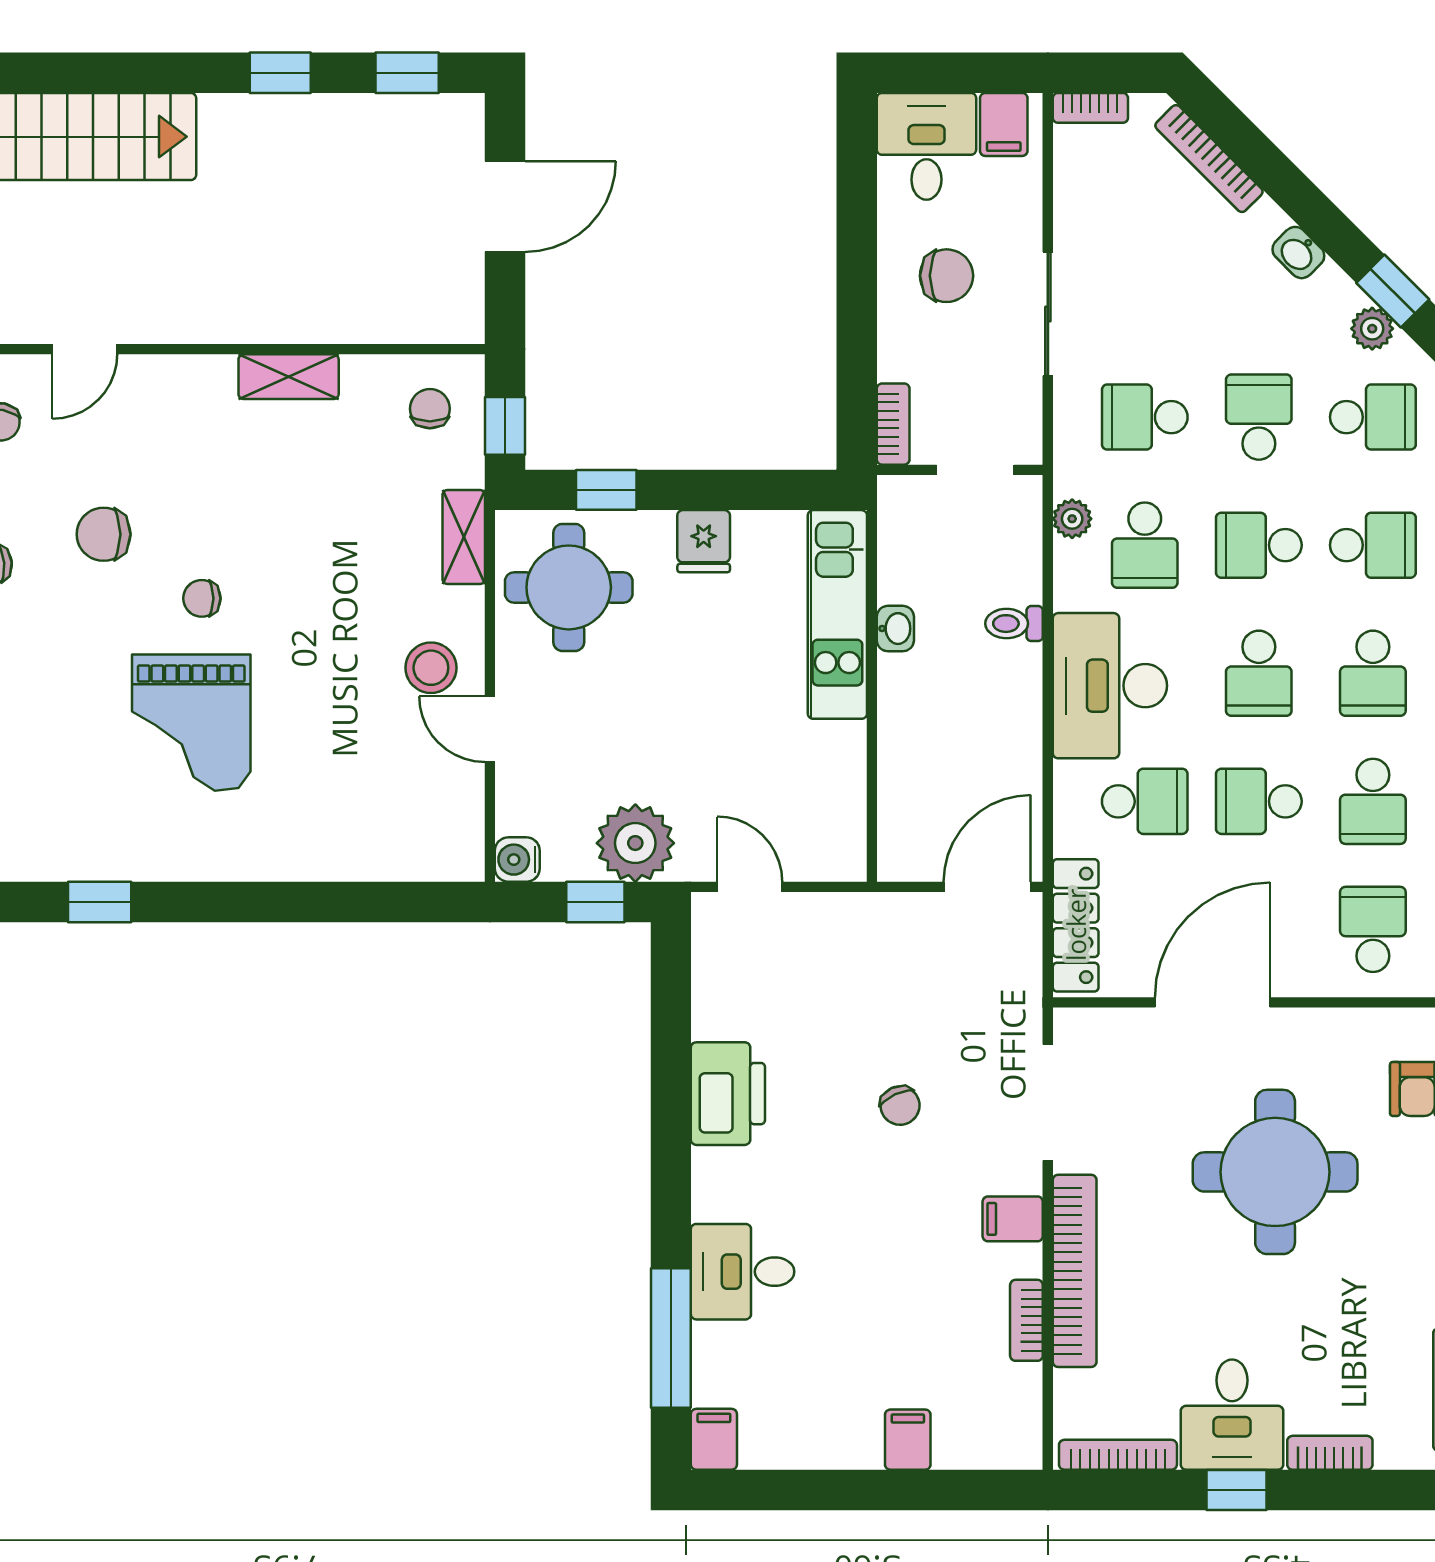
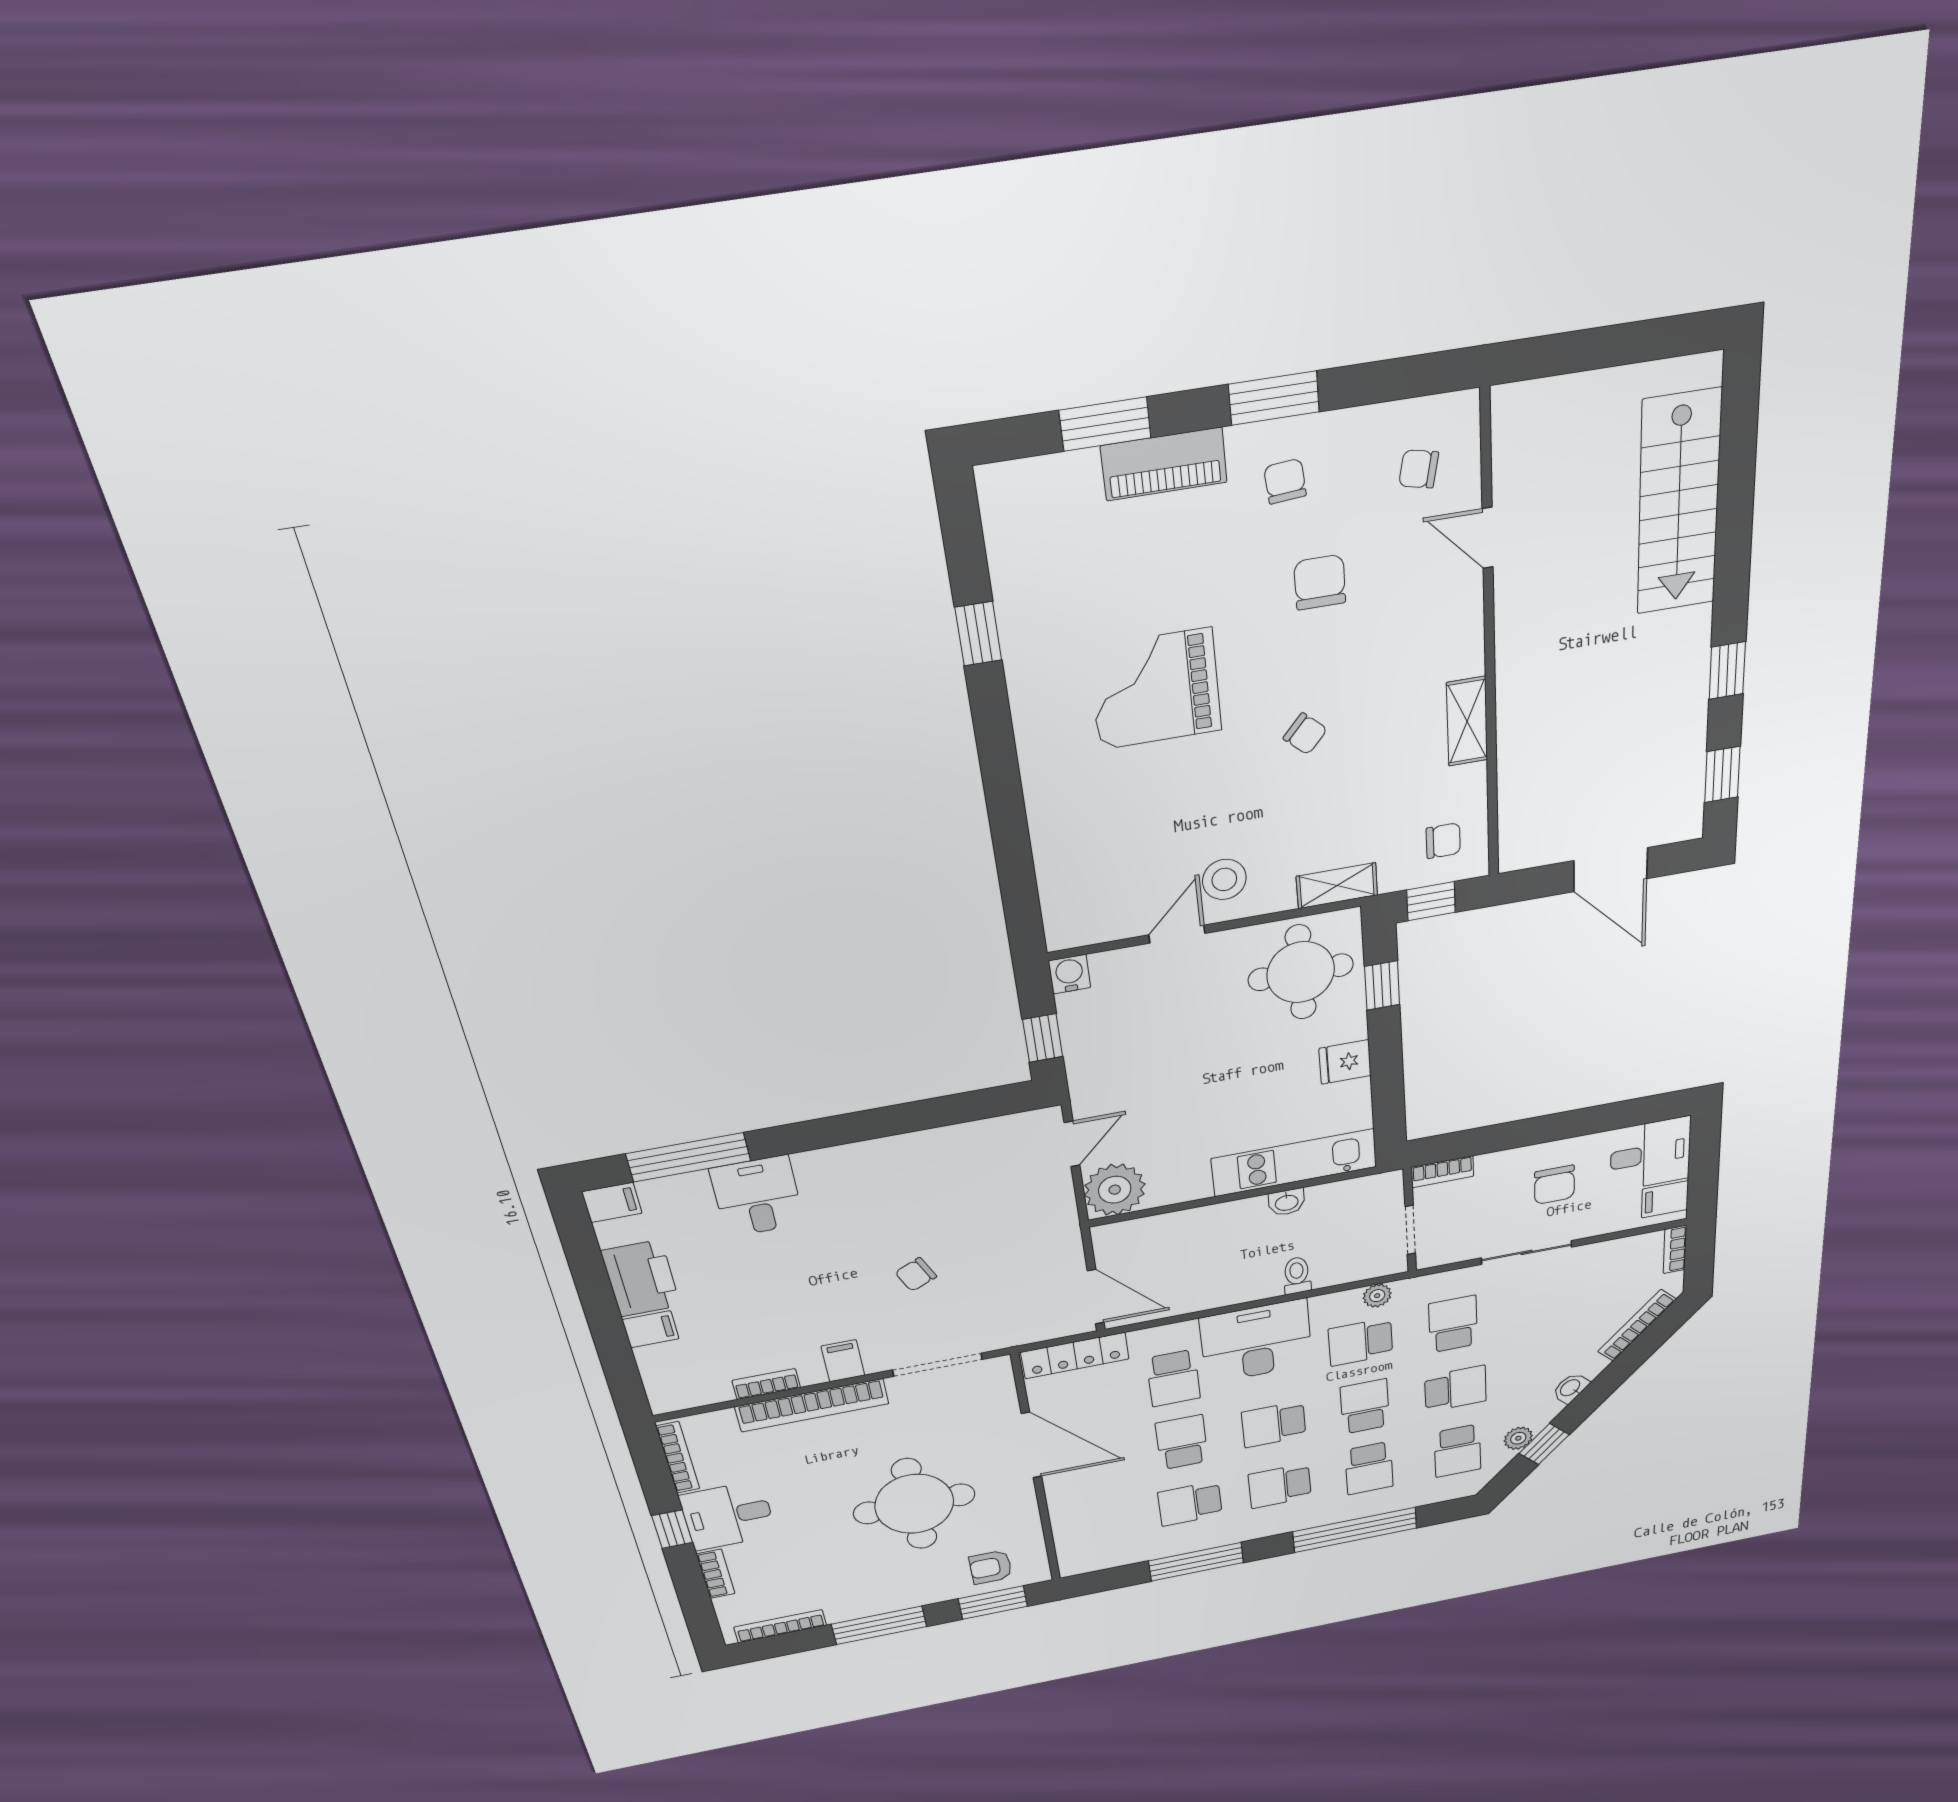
chair: (202, 598) -> (1305, 734), moved, turned 132
plant: (635, 843) -> (1115, 1190), moved
school desk: (1373, 929) -> (1099, 1522), removed
printer: (728, 1094) -> (641, 1278), moved, turned -90

